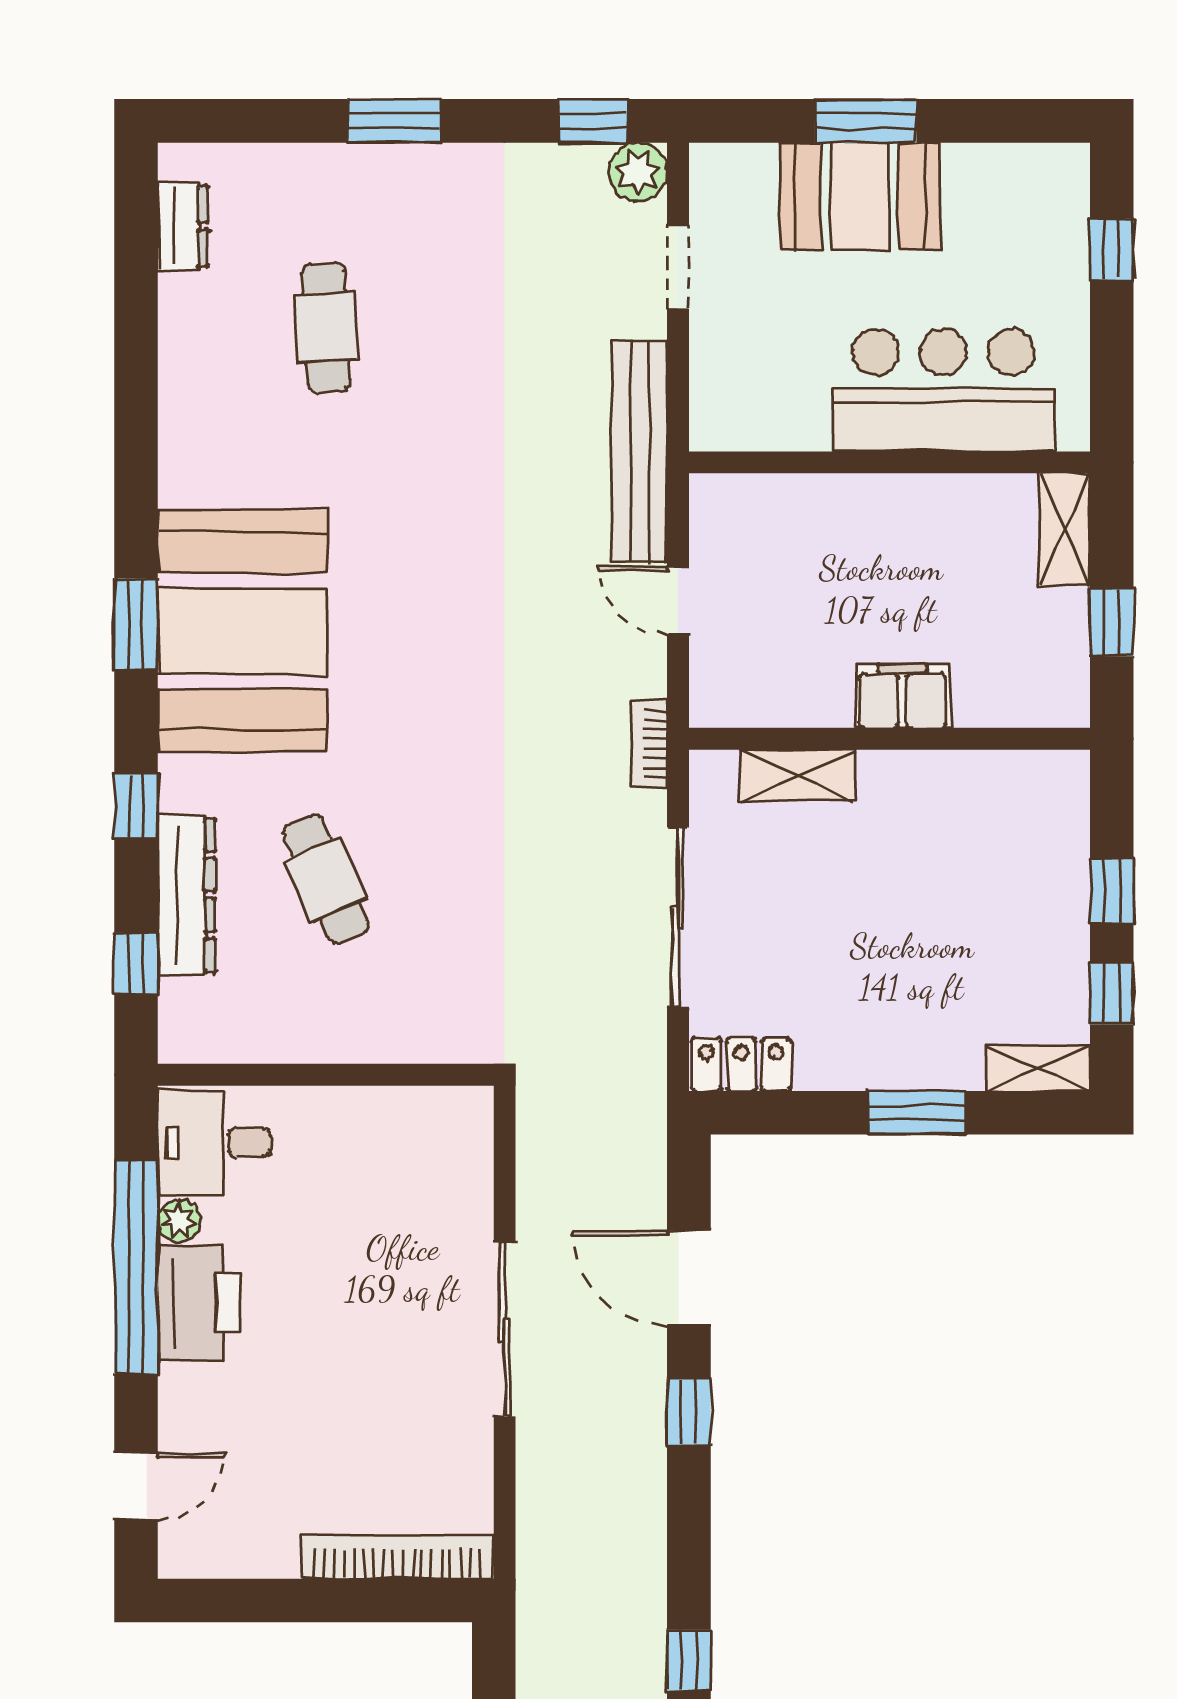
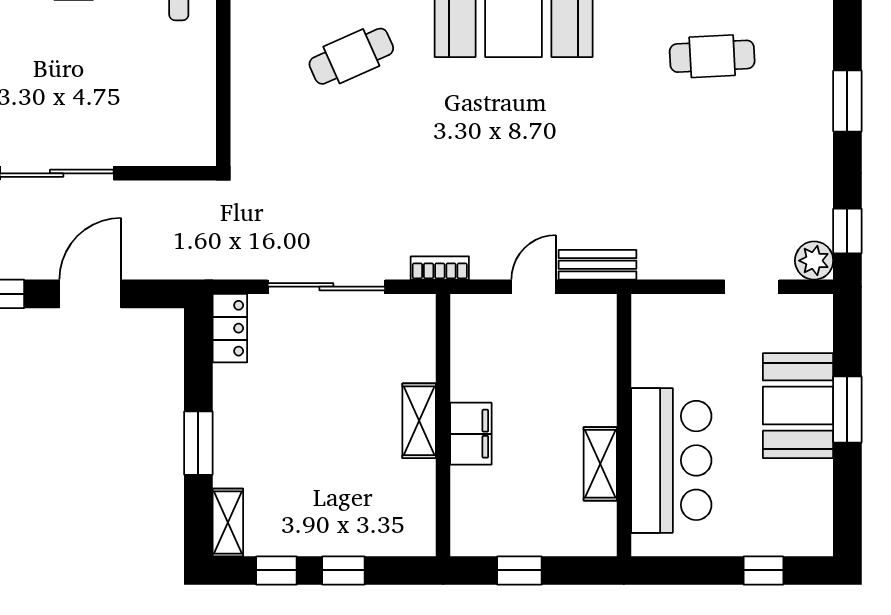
bench: (640, 451) -> (598, 265), width x0.54, depth x0.82
shelving: (1065, 529) -> (600, 464), moved, turned 90
shelving: (798, 775) -> (419, 421), moved

